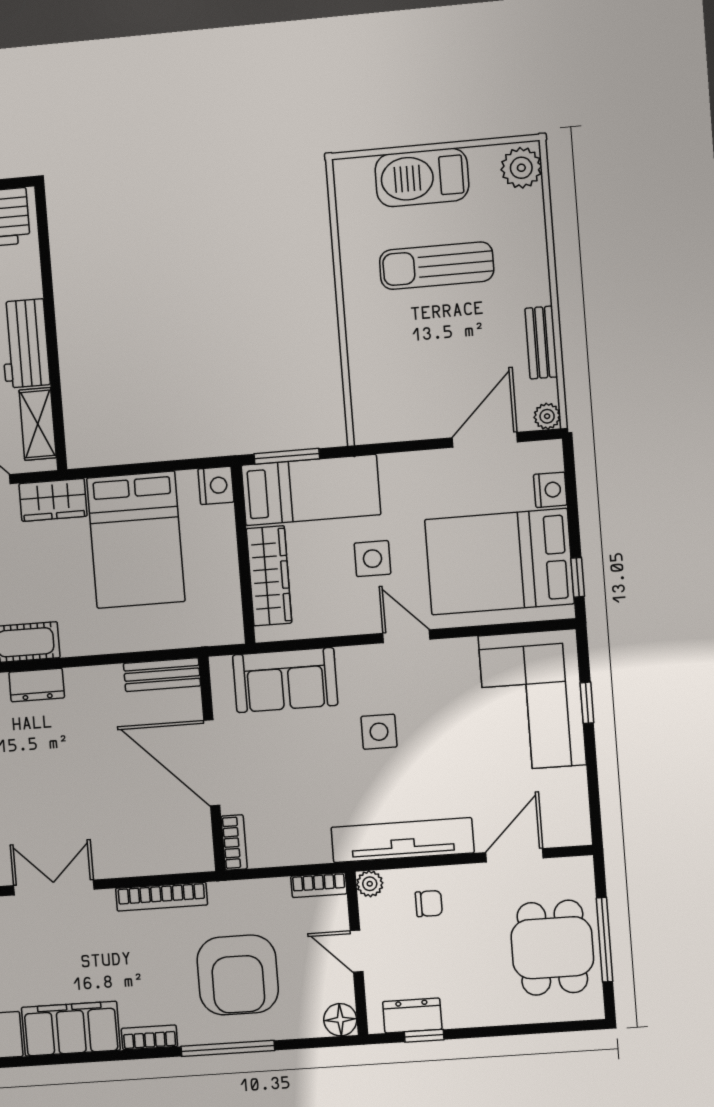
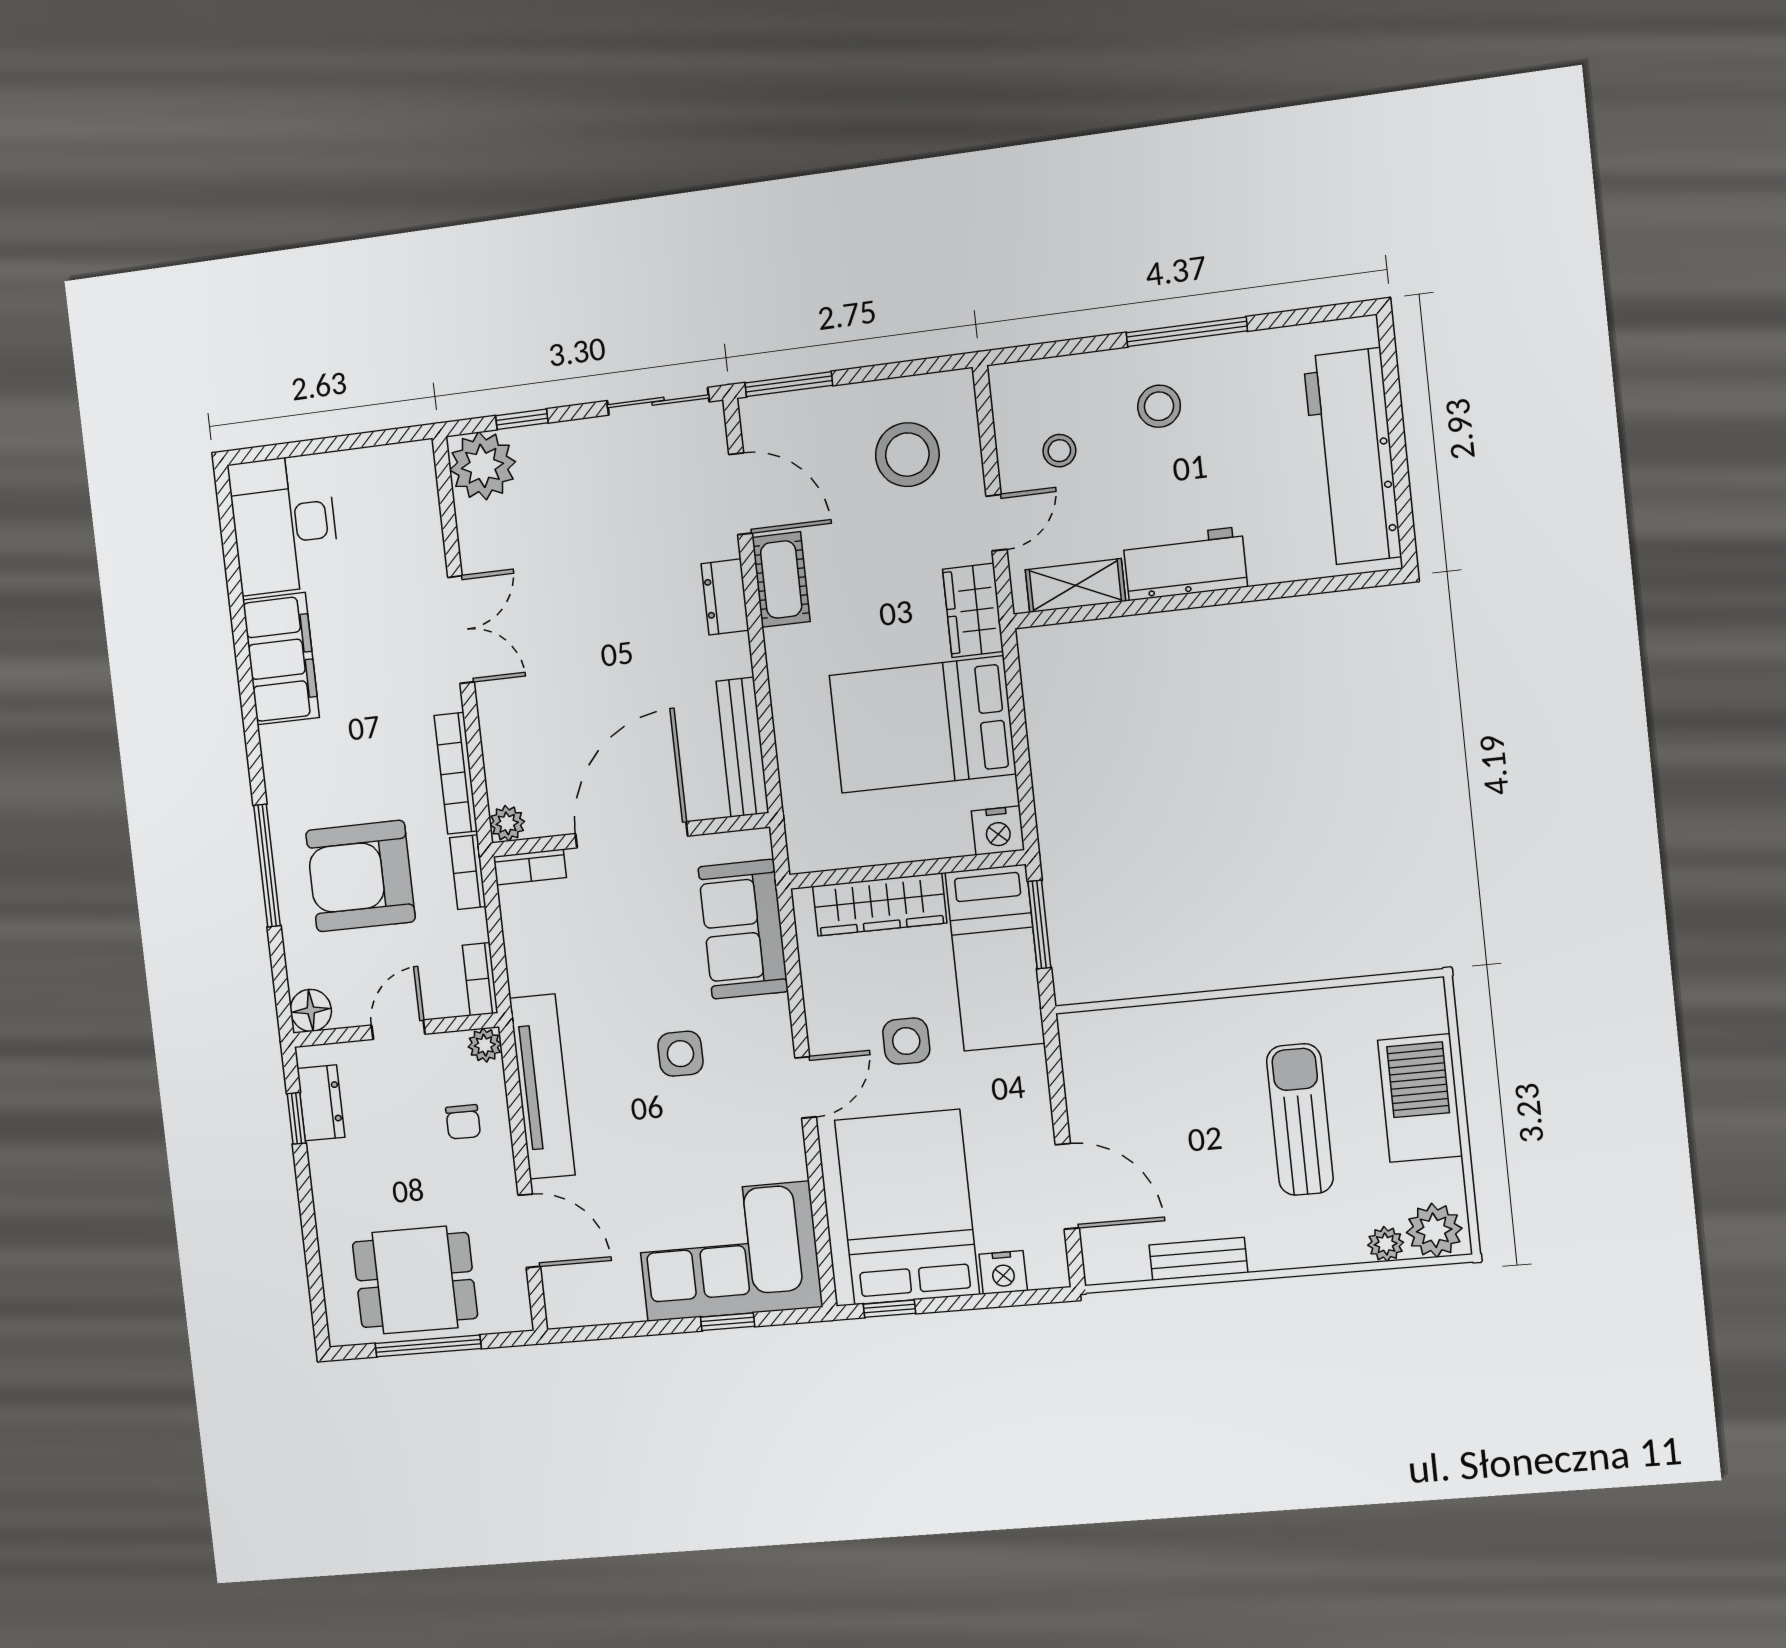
plant: (547, 416) -> (1386, 1244), moved
bench: (162, 675) -> (743, 747), width x1.36
plant: (201, 858) -> (507, 823), added
bookcase: (149, 1037) -> (468, 872), moved, turned 180

